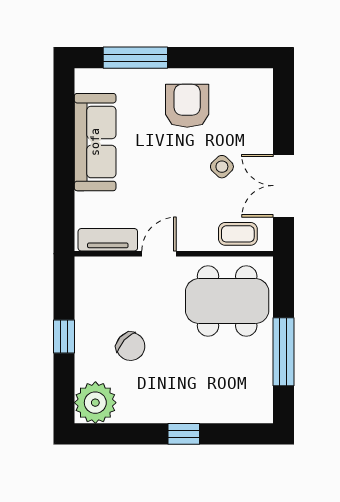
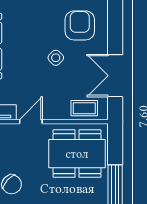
armchair: (187, 106) -> (80, 25), moved
side table: (222, 167) -> (56, 58), moved

